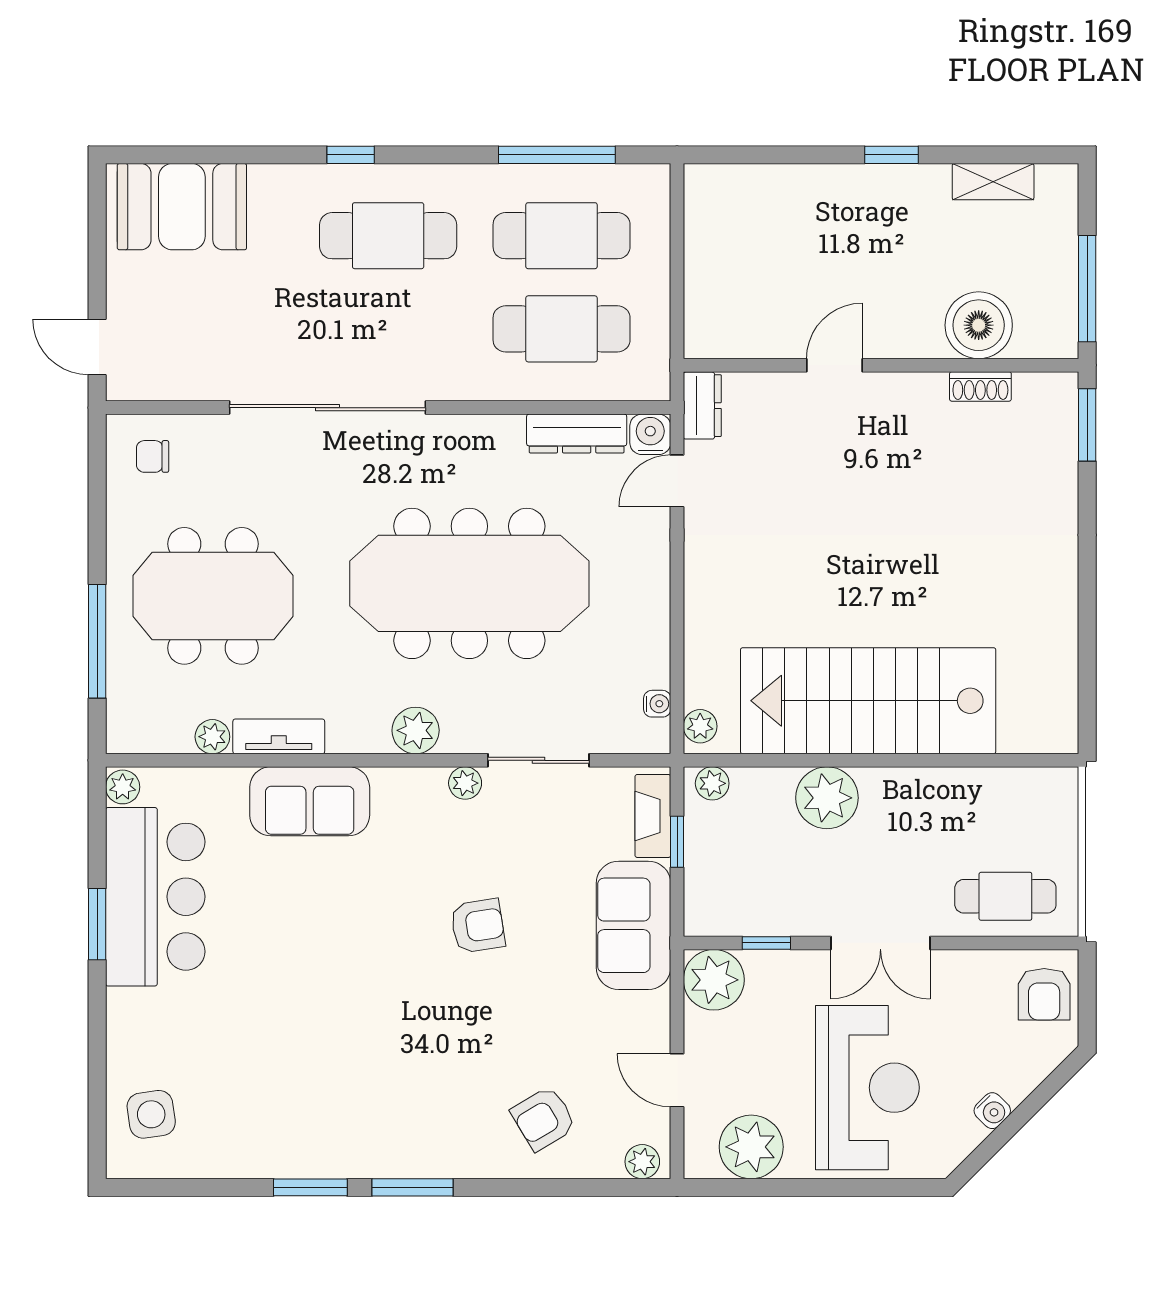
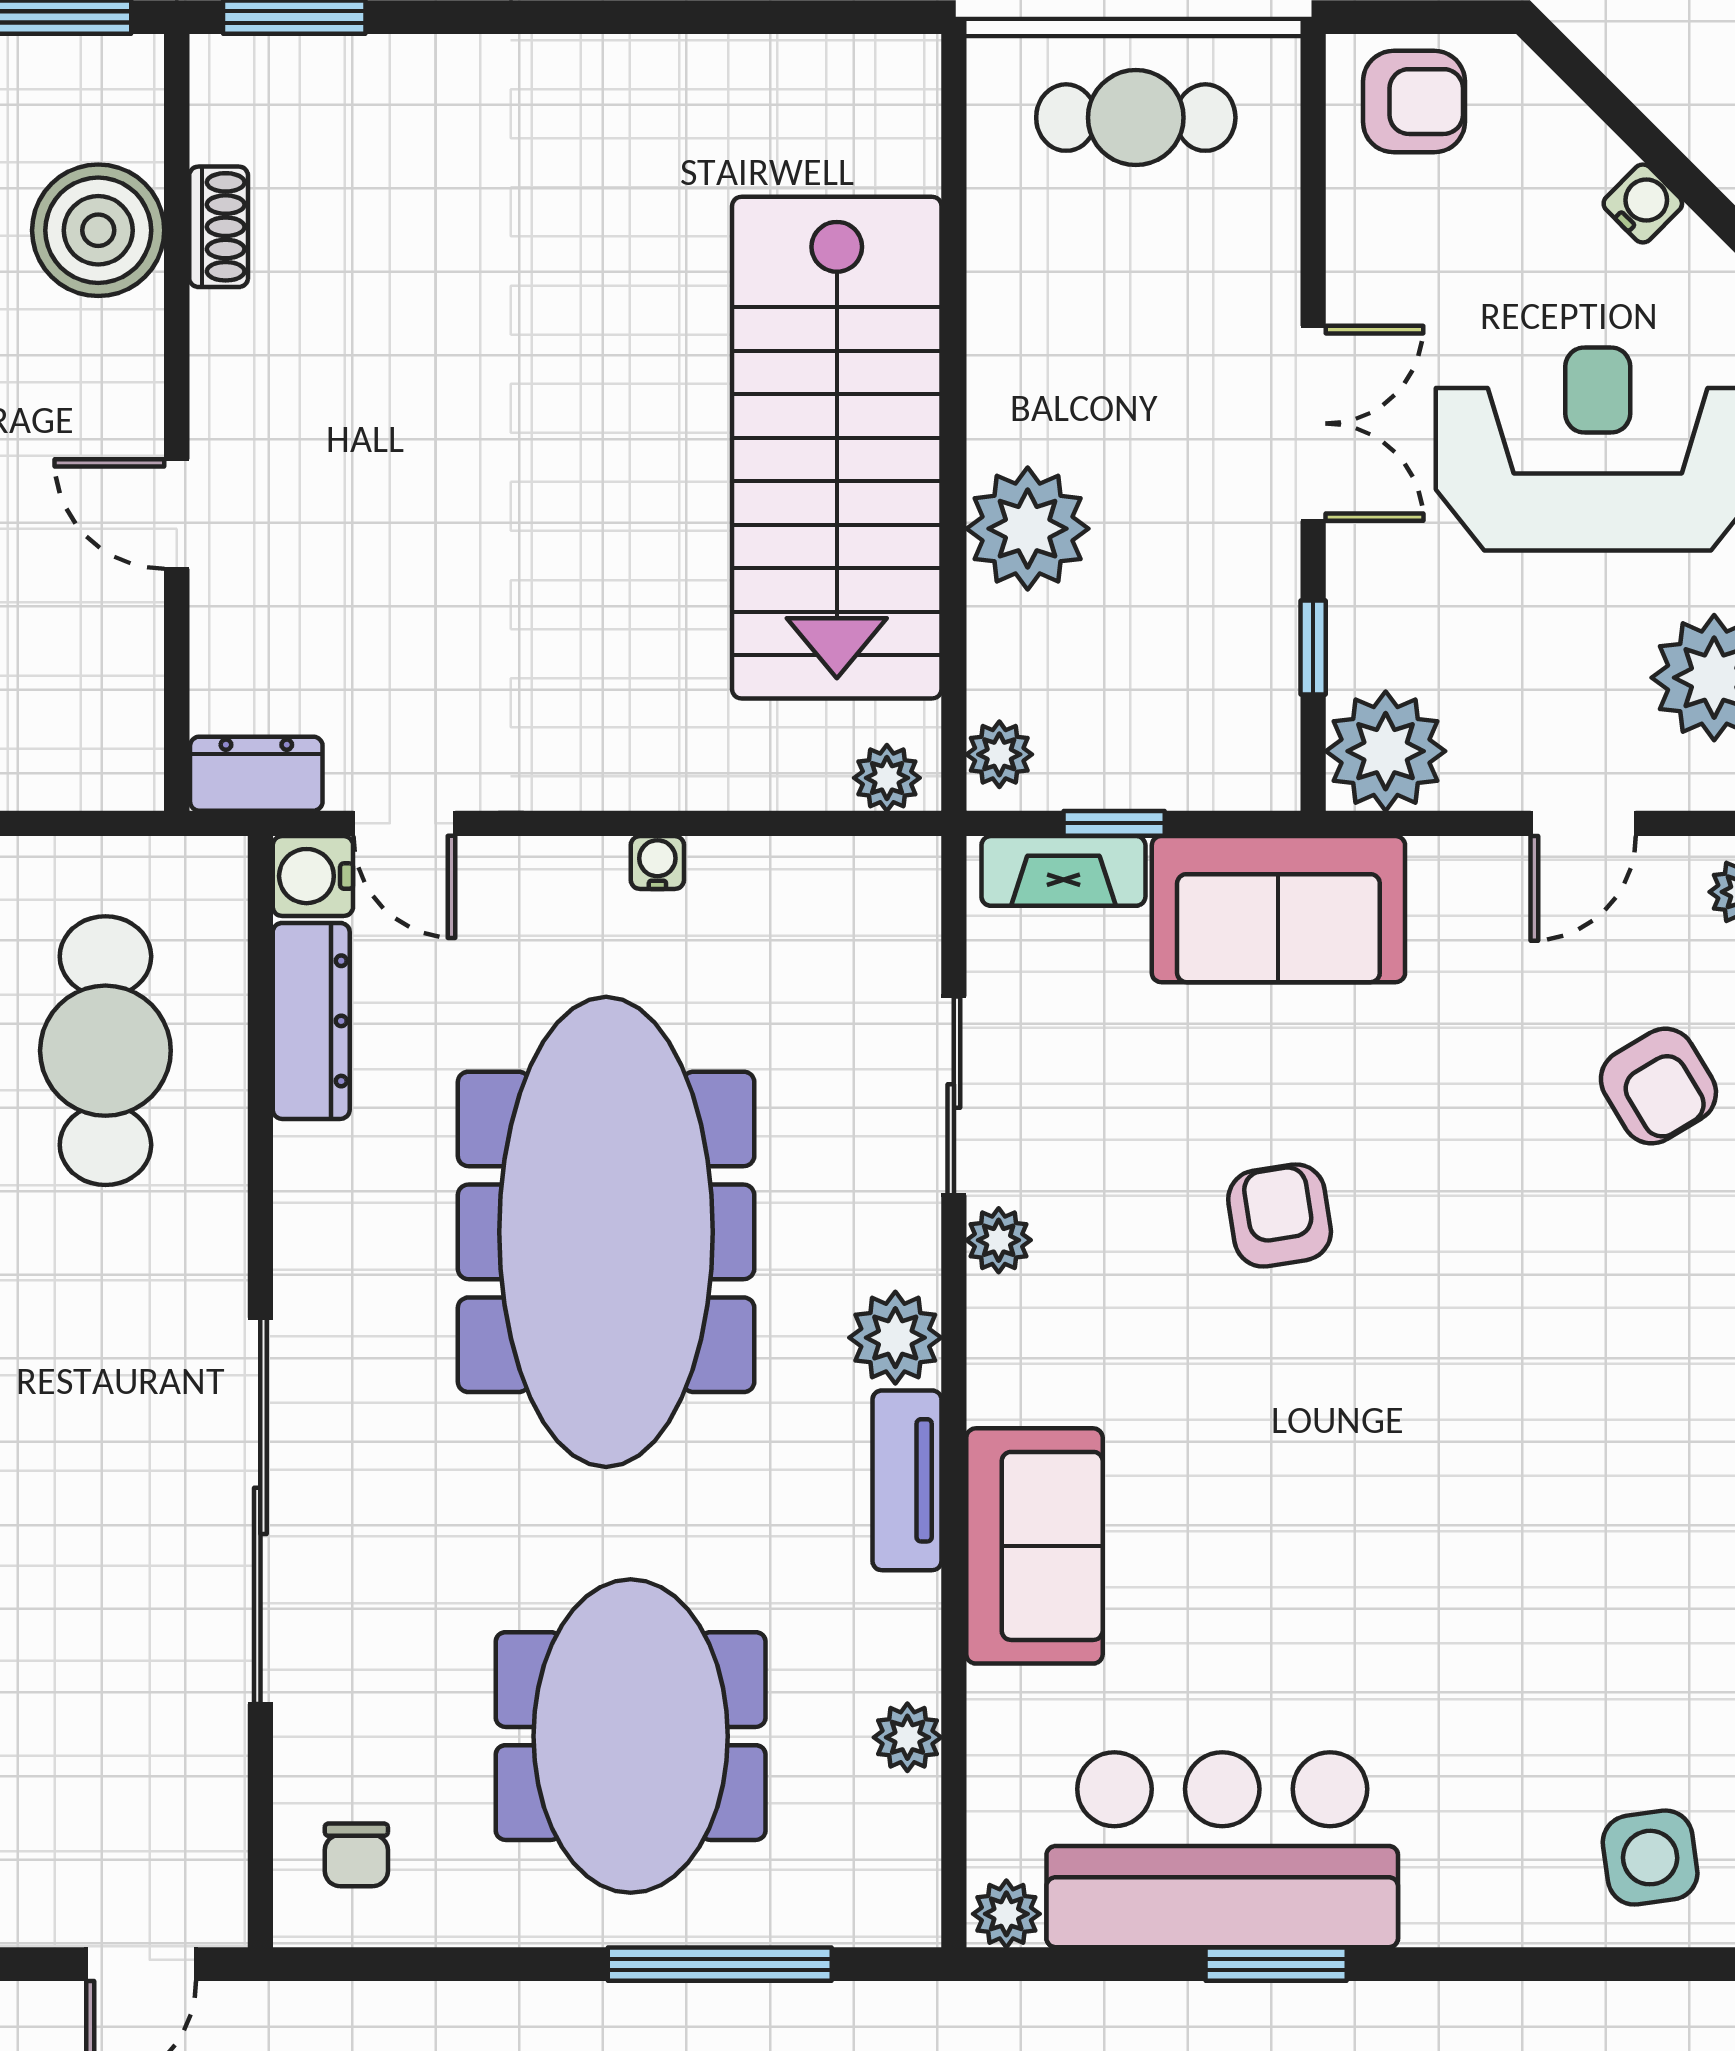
water cooler: (657, 704) -> (657, 863), moved
tv unit: (279, 736) -> (907, 1480), moved
cafe table: (1005, 896) -> (1136, 118), moved, turned 90

